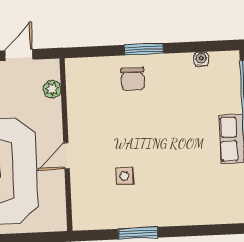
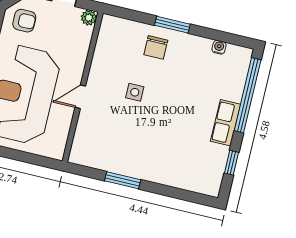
plant: (52, 89) -> (89, 18), moved
side table: (124, 176) -> (135, 92), moved

